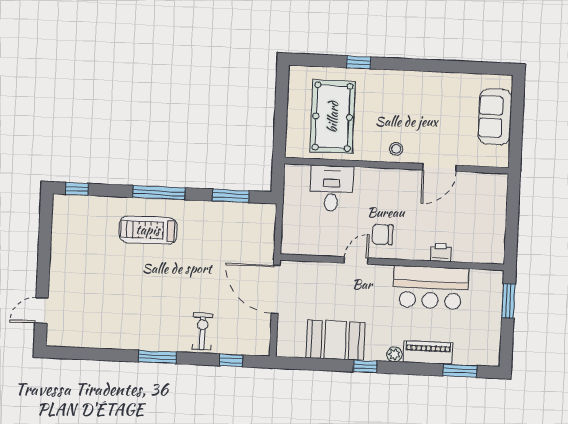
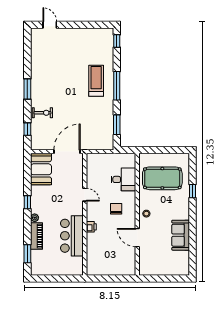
sofa: (495, 117) -> (181, 235), moved, turned -90
chair: (382, 234) -> (116, 209), moved
printer: (441, 252) -> (91, 227), moved
window: (508, 301) -> (66, 278), removed
booth: (335, 340) -> (41, 169), moved

